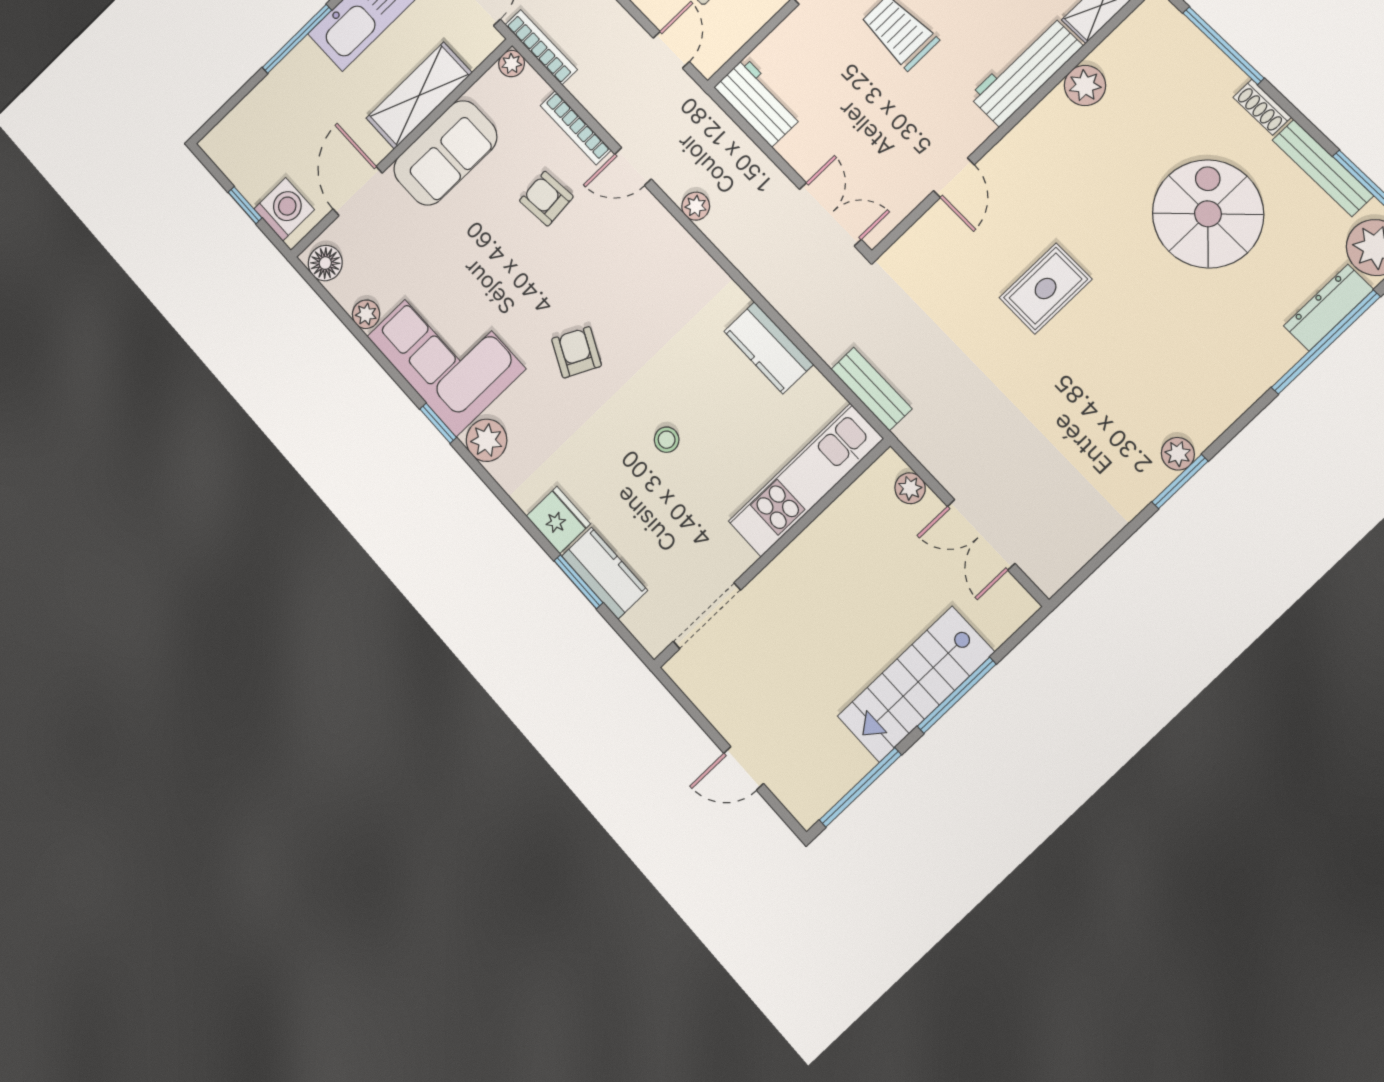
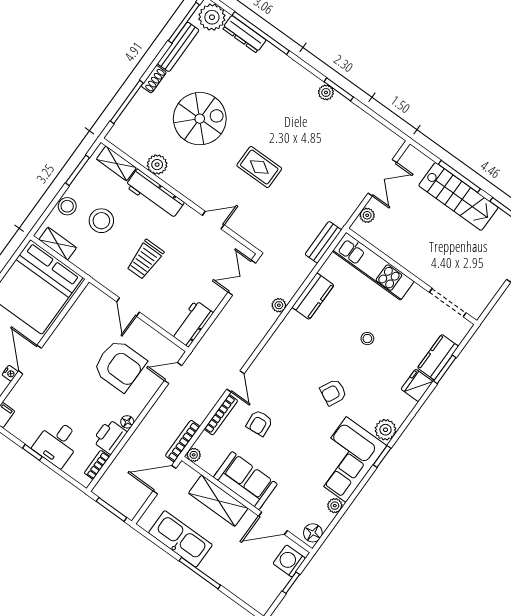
plant: (696, 206) -> (279, 305), moved
spiral stairs: (1208, 214) -> (200, 119), moved, turned 180

